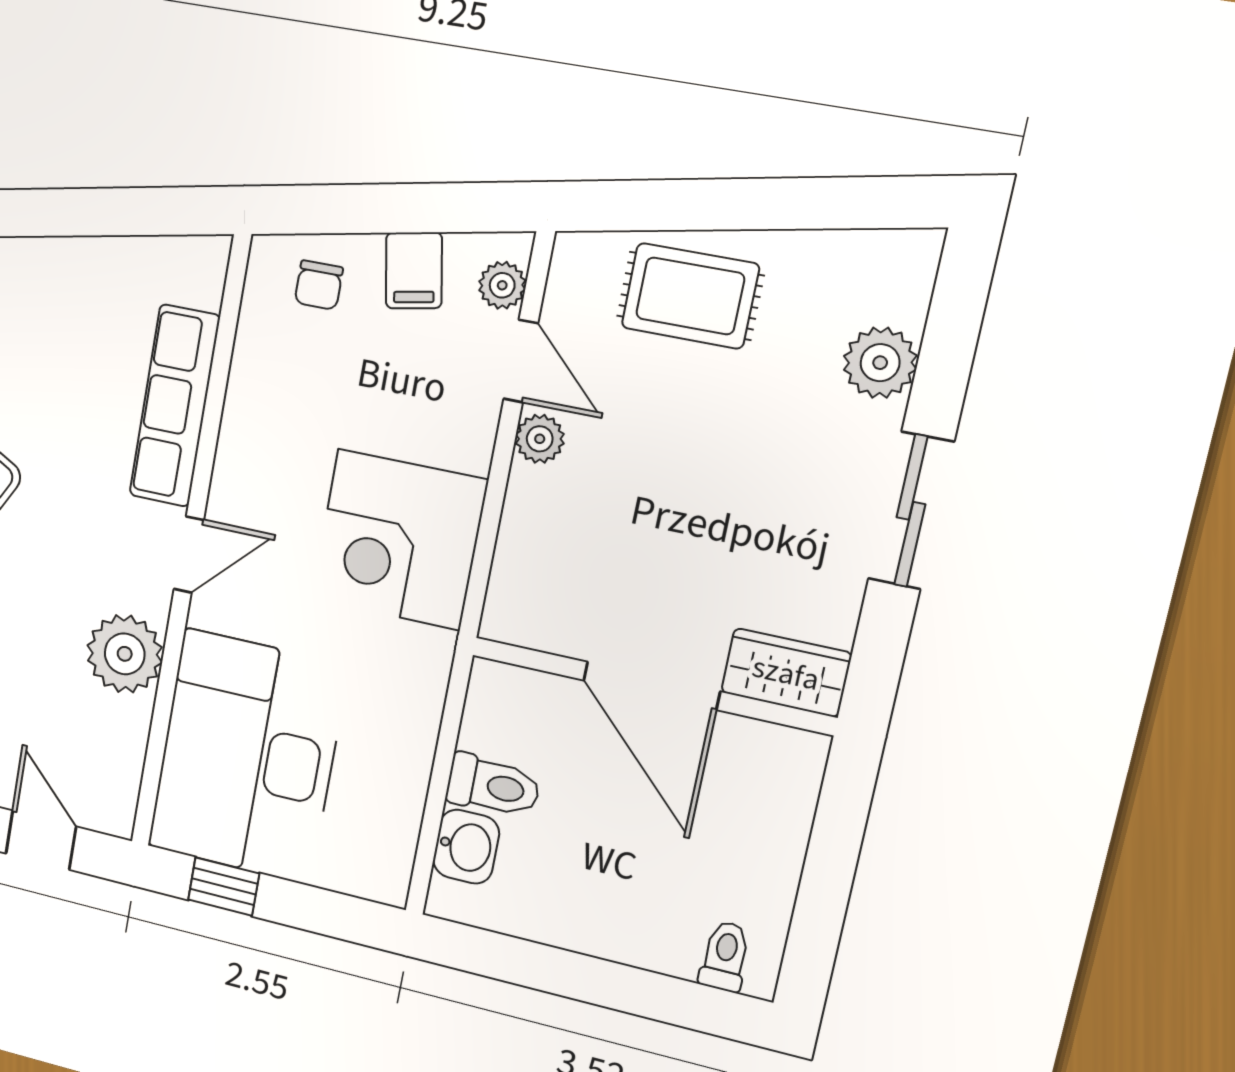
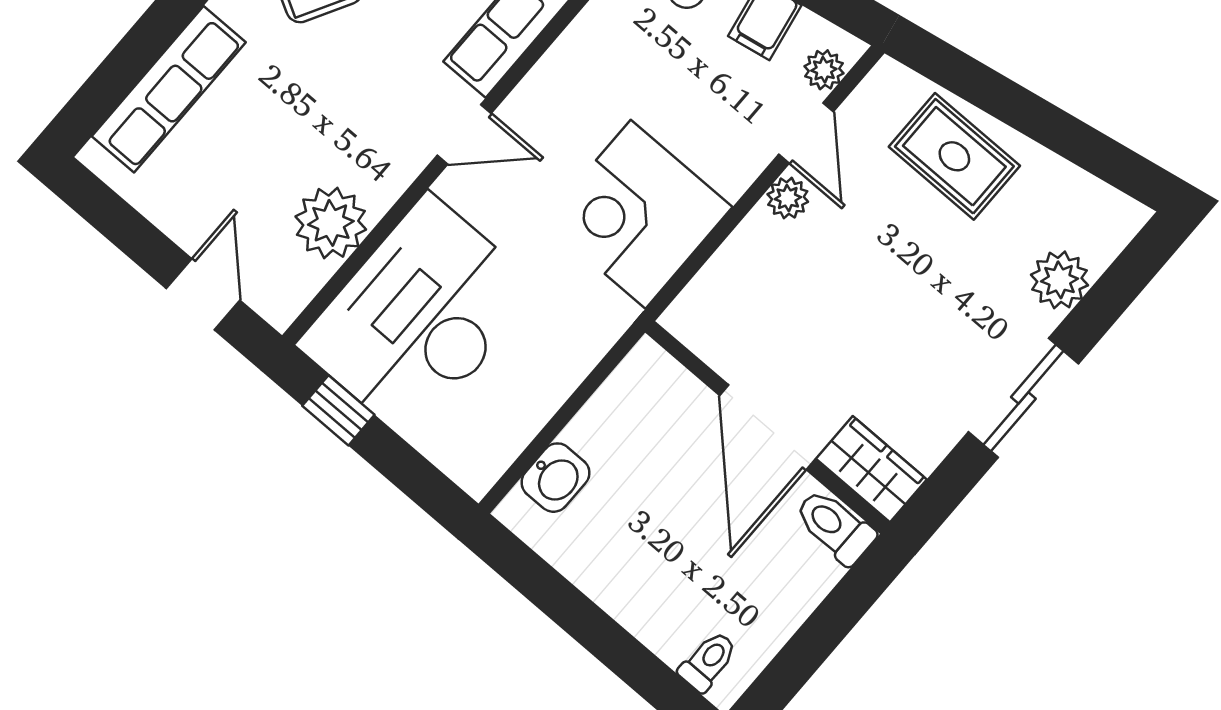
plant: (125, 654) -> (331, 223), moved
toilet: (493, 786) -> (835, 526), moved, turned 180

